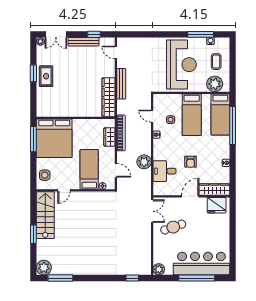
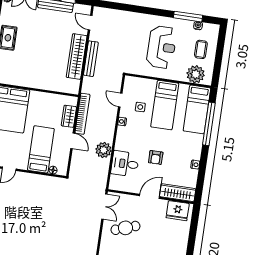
reception desk: (181, 65) -> (162, 47), width x0.74, depth x0.77
wardrobe: (108, 97) -> (77, 57), moved
door: (116, 170) -> (73, 141), moved

